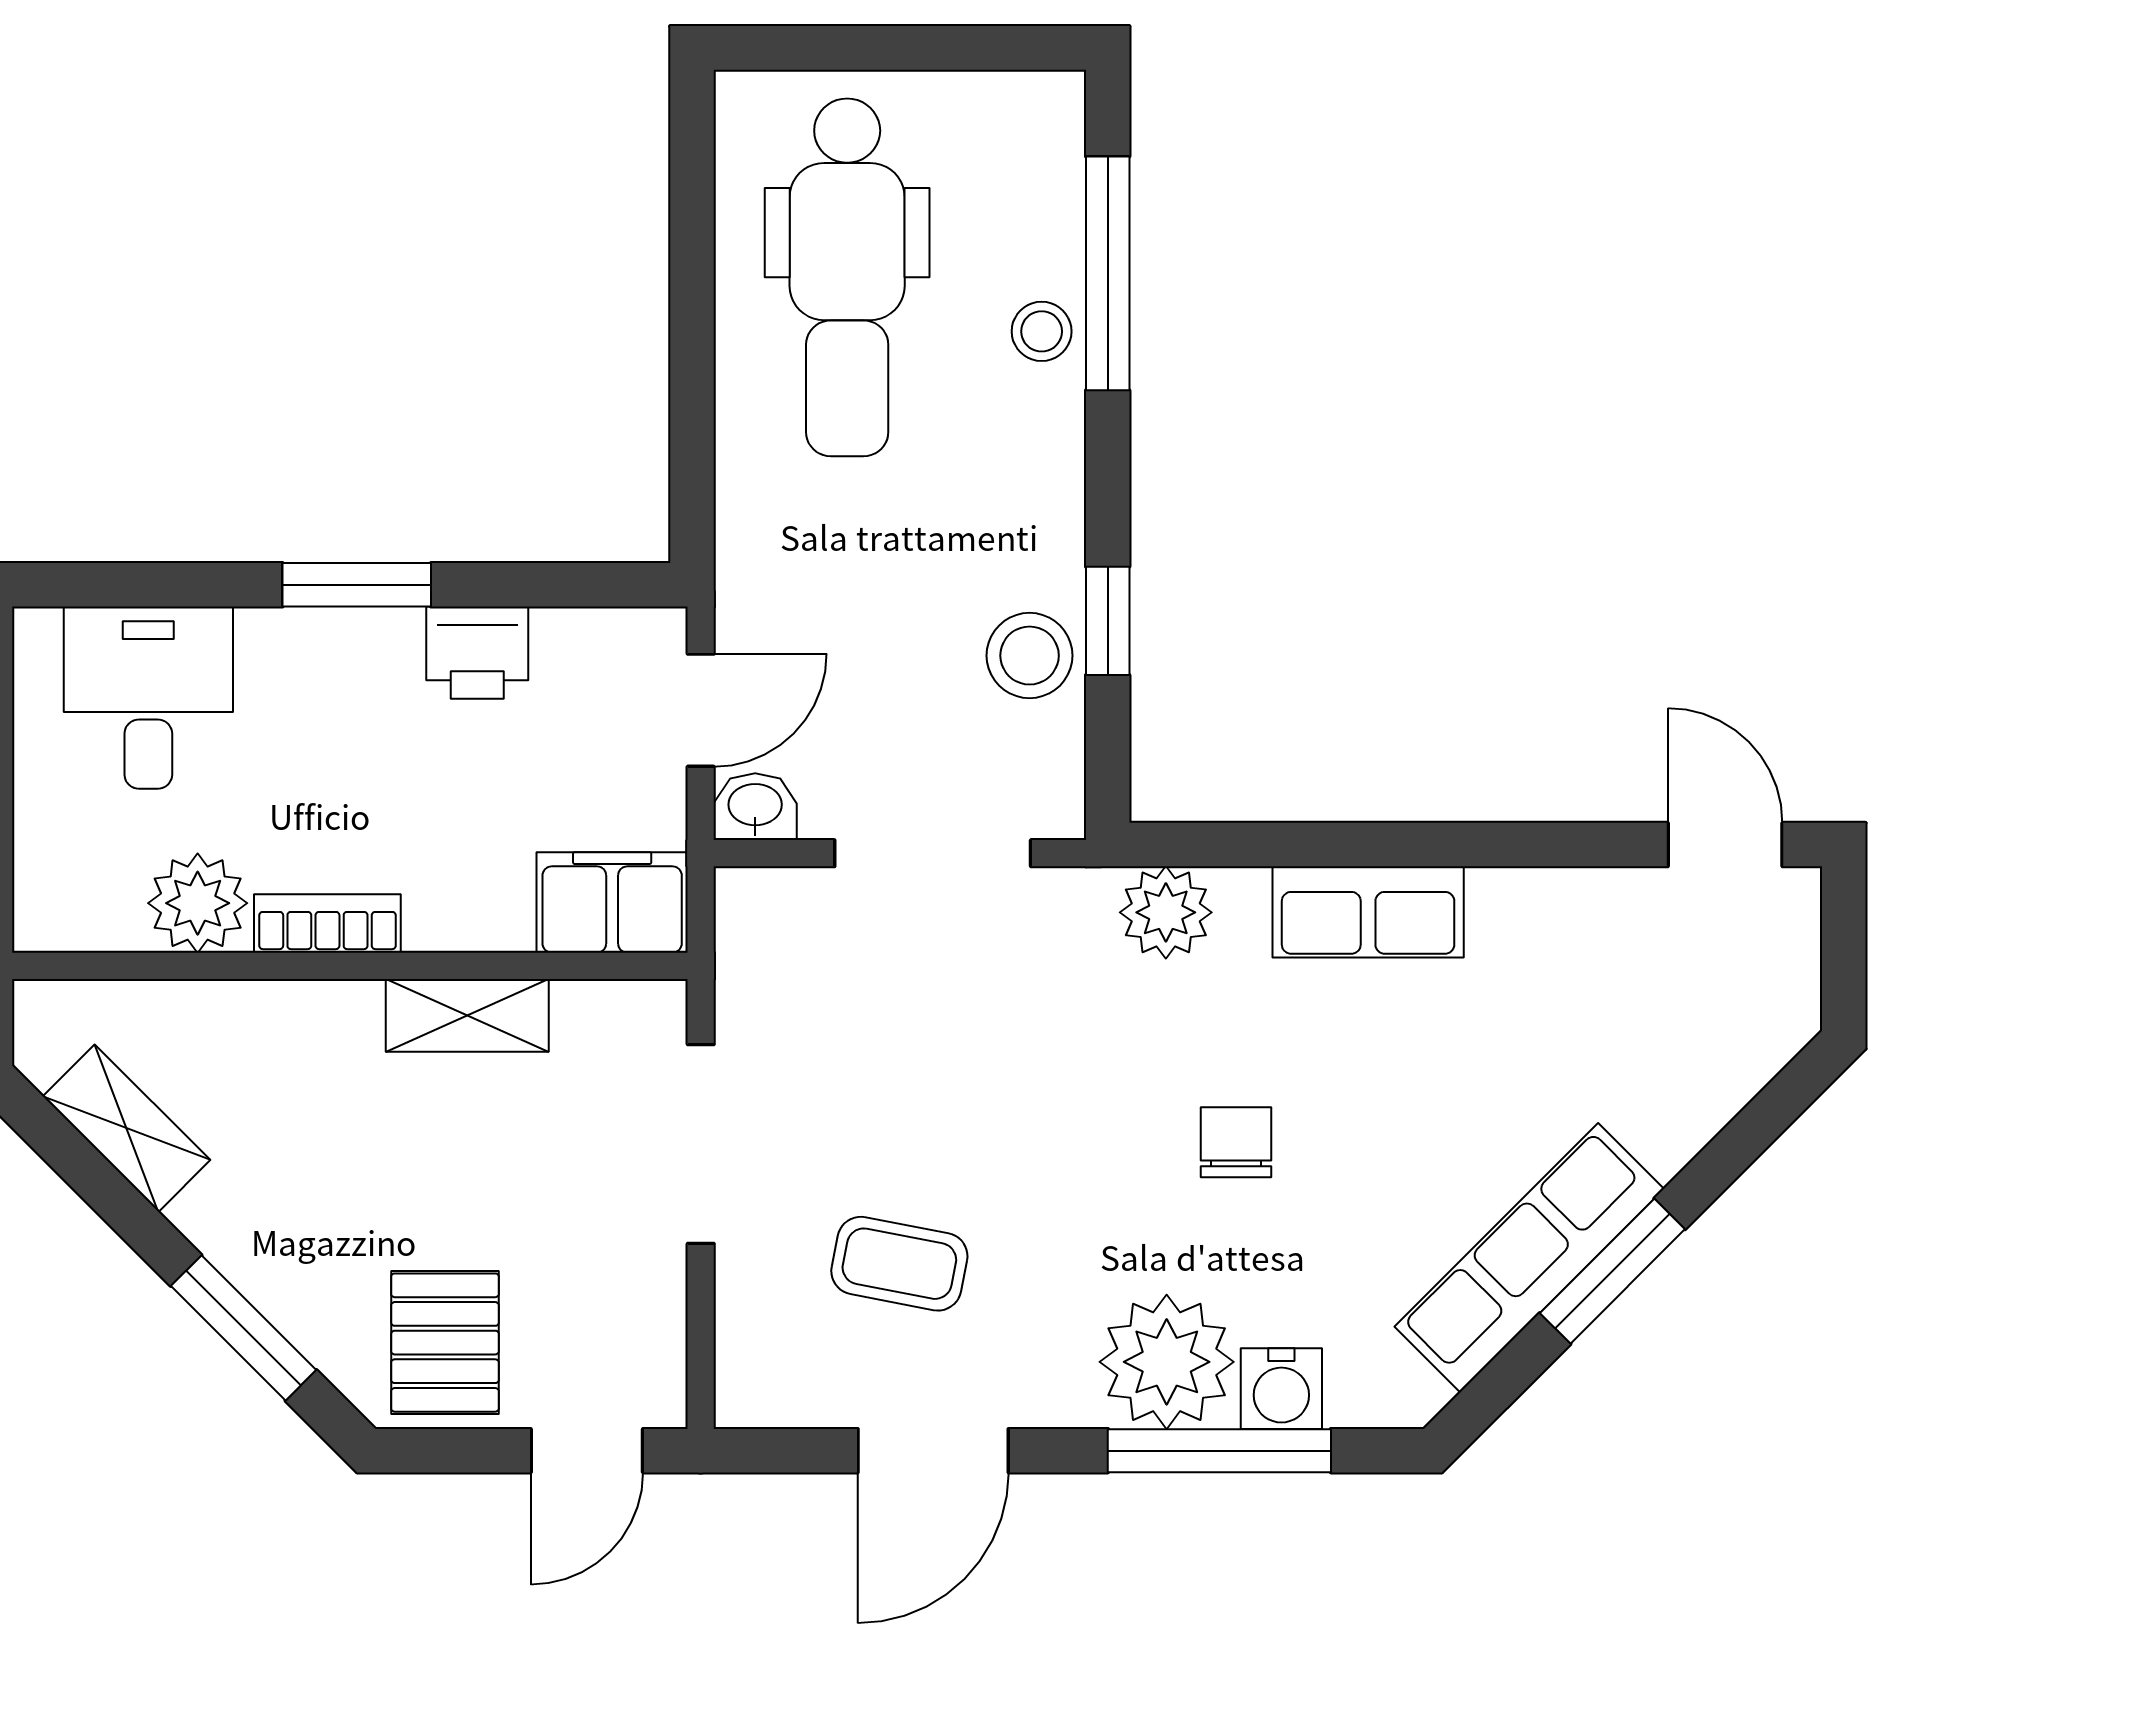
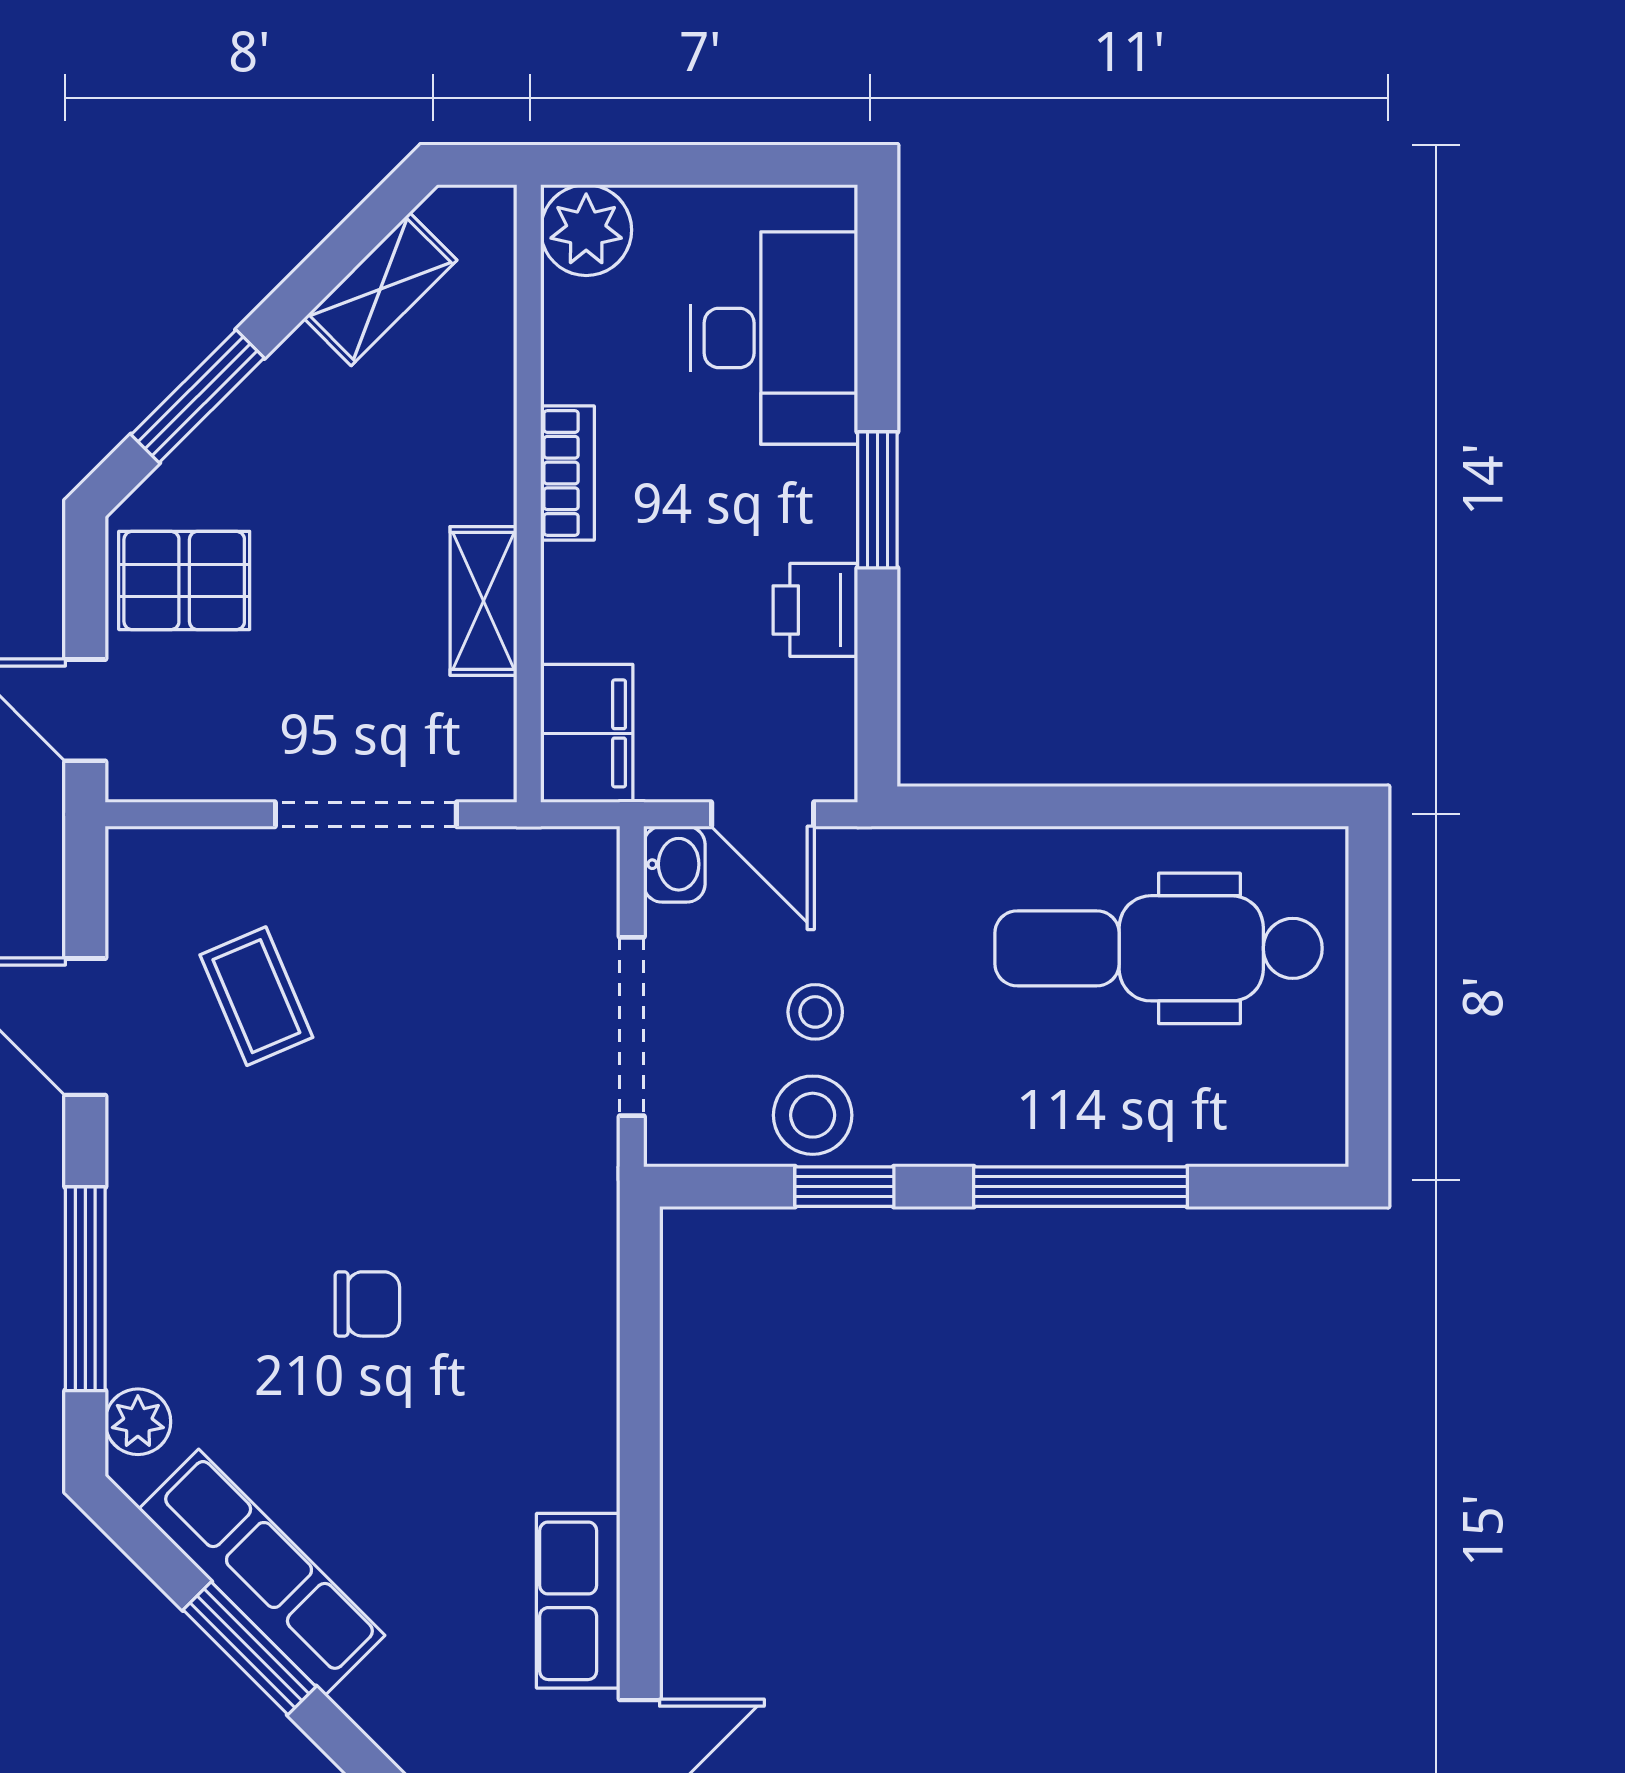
window: (1108, 273) -> (1080, 1187), moved
stool: (1042, 331) -> (815, 1012), moved
desk: (148, 698) -> (774, 338), width x1.37
plant: (198, 903) -> (586, 230), moved
plant: (1166, 912) -> (578, 1240), removed
row of seats: (1368, 912) -> (578, 1601), moved
coffee table: (899, 1264) -> (256, 996), turned -34
plant: (1167, 1362) -> (138, 1422), moved, width x0.53, depth x0.53
water cooler: (1281, 1389) -> (142, 1346), removed

